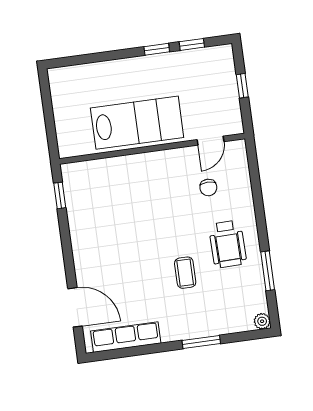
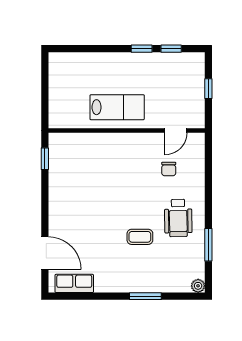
lab bench: (137, 123) -> (117, 107), width x0.73, depth x0.72
coffee table: (185, 273) -> (140, 237), turned 90
row of seats: (126, 337) -> (74, 283), width x0.68

